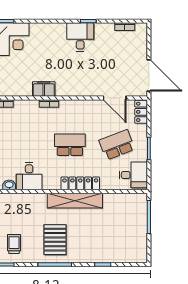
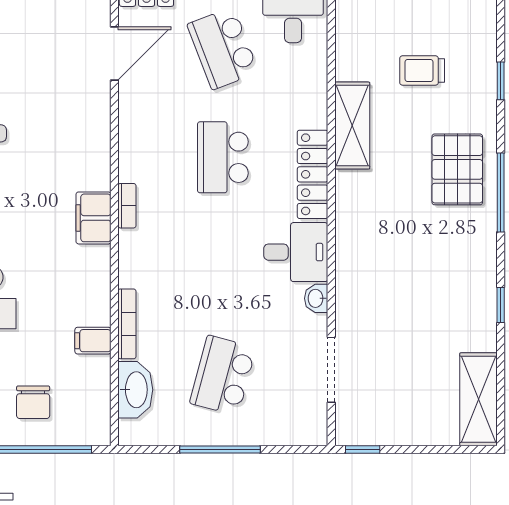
locker: (80, 183) -> (313, 174), moved
shelving: (75, 201) -> (352, 126), width x0.68
pallet: (55, 240) -> (457, 169), moved, turned 90
trolley: (14, 244) -> (422, 70), moved

